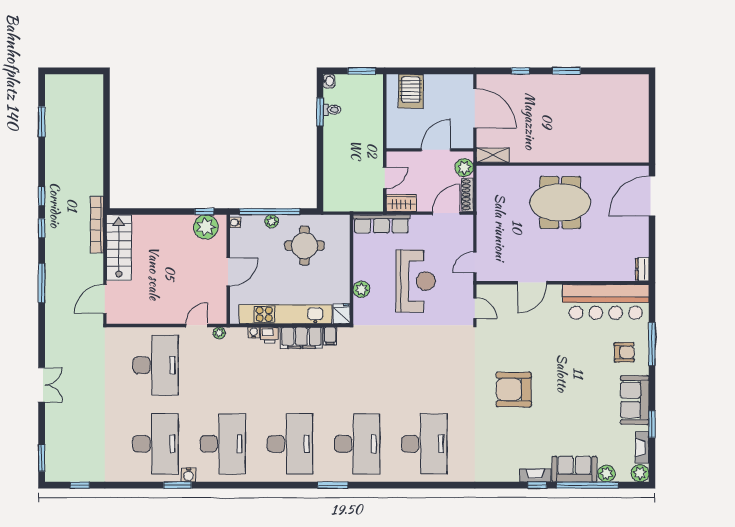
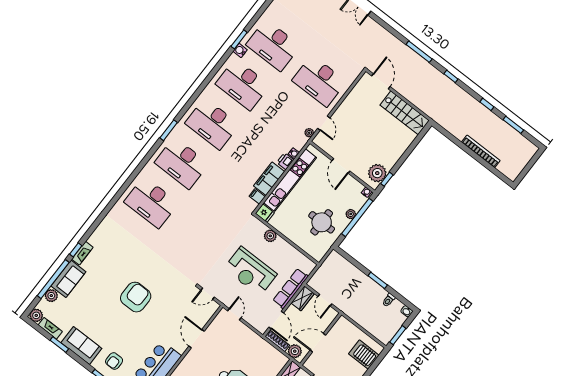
window: (320, 112) -> (378, 280), moved
door: (436, 150) -> (318, 343), swing flipped
window: (42, 196) -> (487, 104), moved
row of seats: (381, 224) -> (291, 288), moved
bookcase: (97, 225) -> (481, 151), moved
armchair: (514, 389) -> (136, 297), moved

